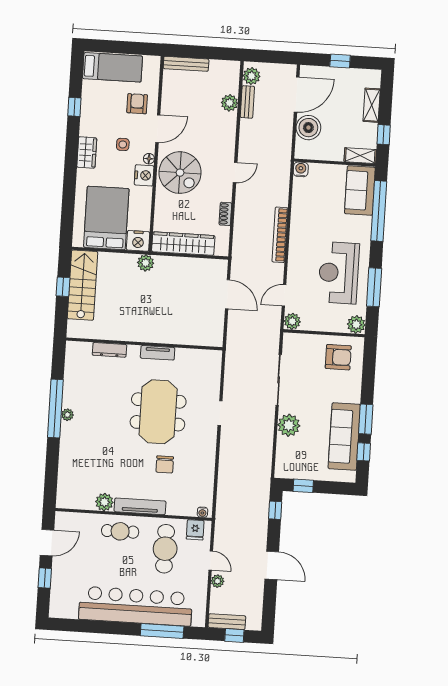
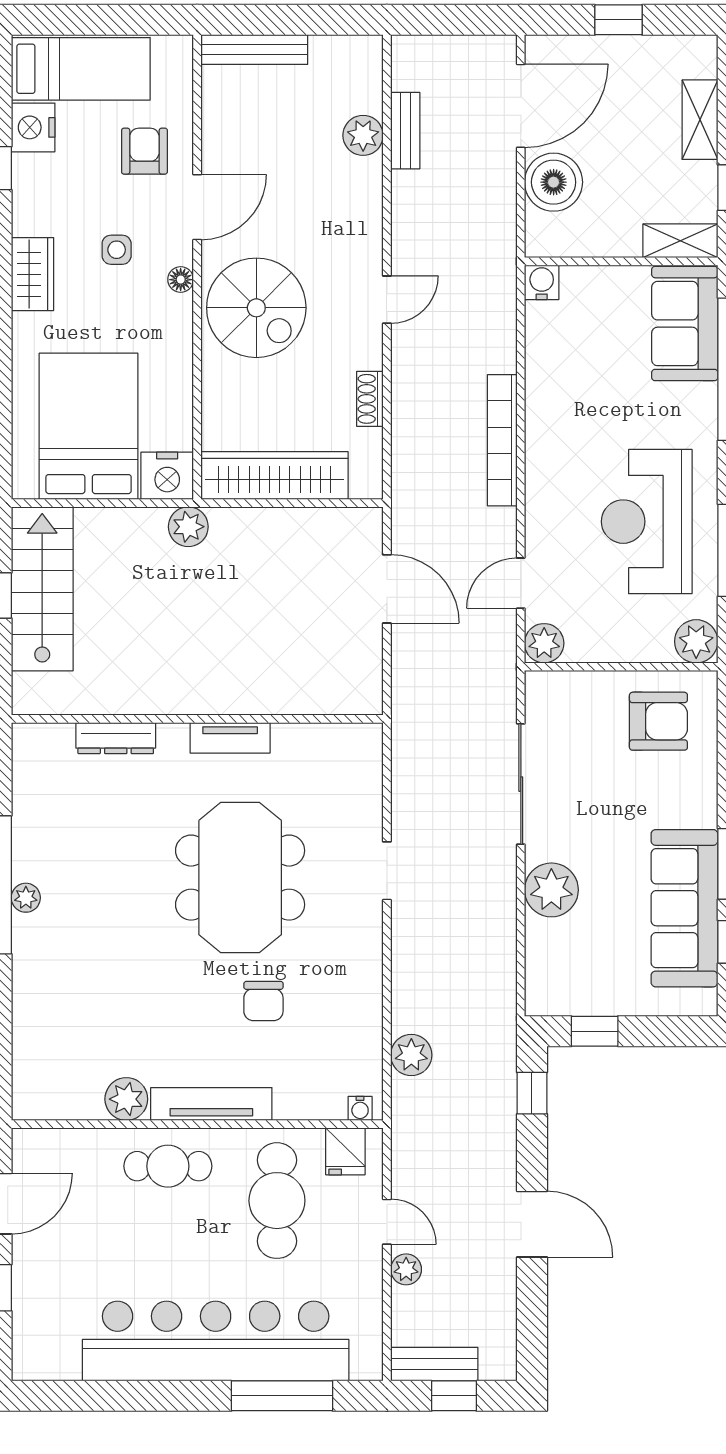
plant: (252, 76) -> (411, 1055), moved
nightstand: (144, 175) -> (33, 127), moved, turned 180

